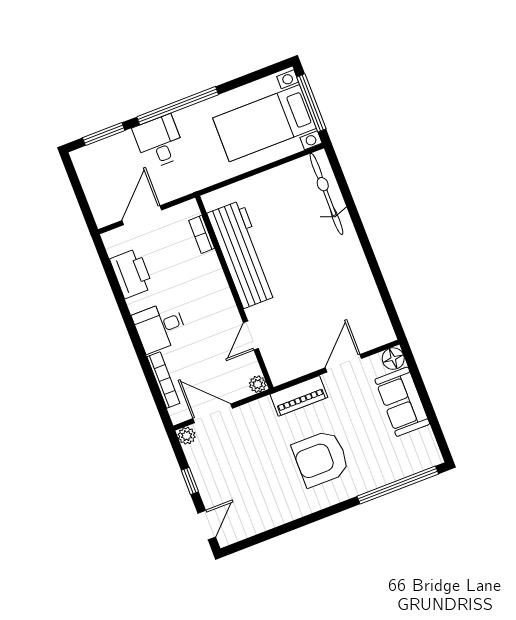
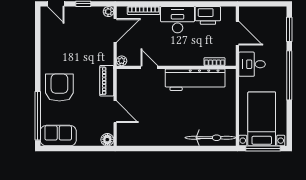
desk: (159, 142) -> (252, 64), moved, turned 180
desk: (160, 327) -> (178, 20), width x1.37
sofa: (402, 402) -> (58, 136), moved
armchair: (321, 458) -> (59, 87), moved

